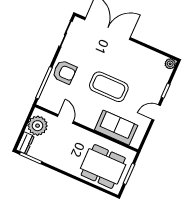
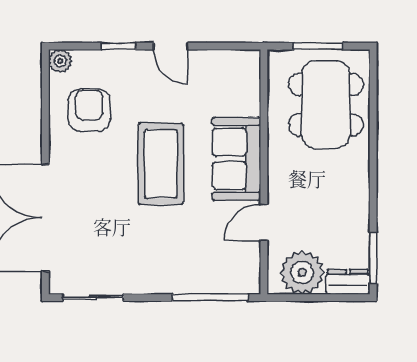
armchair: (65, 72) -> (89, 110), moved
sofa: (116, 128) -> (237, 159), moved

